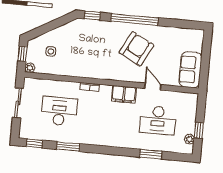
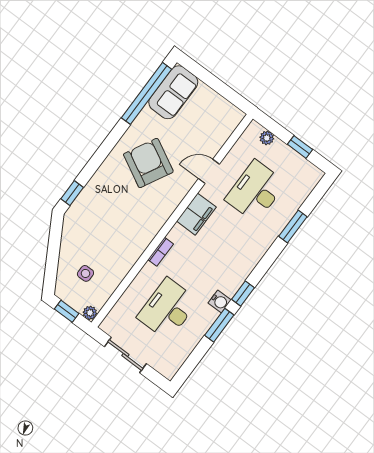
window: (135, 19) -> (146, 93), moved
sofa: (190, 70) -> (173, 92), moved, turned -90
desk: (158, 120) -> (256, 191), turned 180
water cooler: (82, 138) -> (220, 302), added
plant: (189, 139) -> (267, 138), moved
window: (34, 143) -> (243, 293), moved

